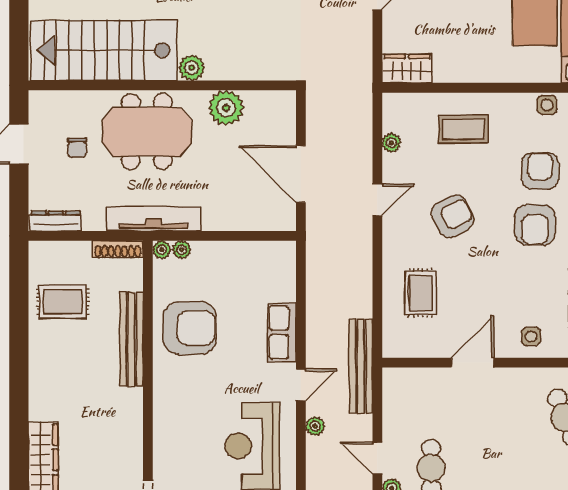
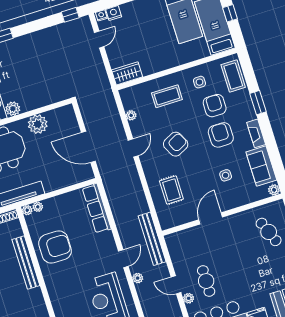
side table: (547, 105) -> (199, 82), moved
armchair: (535, 225) -> (221, 135), turned 180
row of seats: (282, 332) -> (97, 208), moved, width x1.48
side table: (531, 336) -> (226, 175), moved

